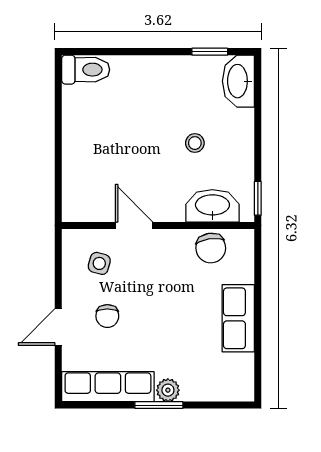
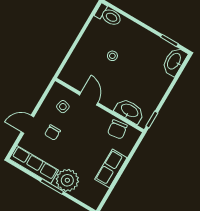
stool: (195, 143) -> (112, 56), moved
plant: (168, 390) -> (67, 180), width x1.88, depth x1.88

